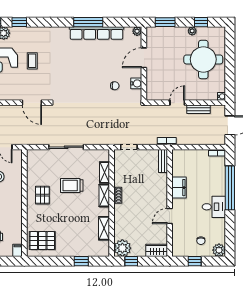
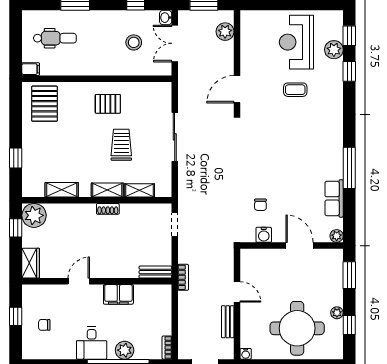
row of seats: (96, 33) -> (334, 198), width x0.50
door: (170, 216) -> (79, 281), hinge flipped
plant: (219, 250) -> (125, 350), moved

